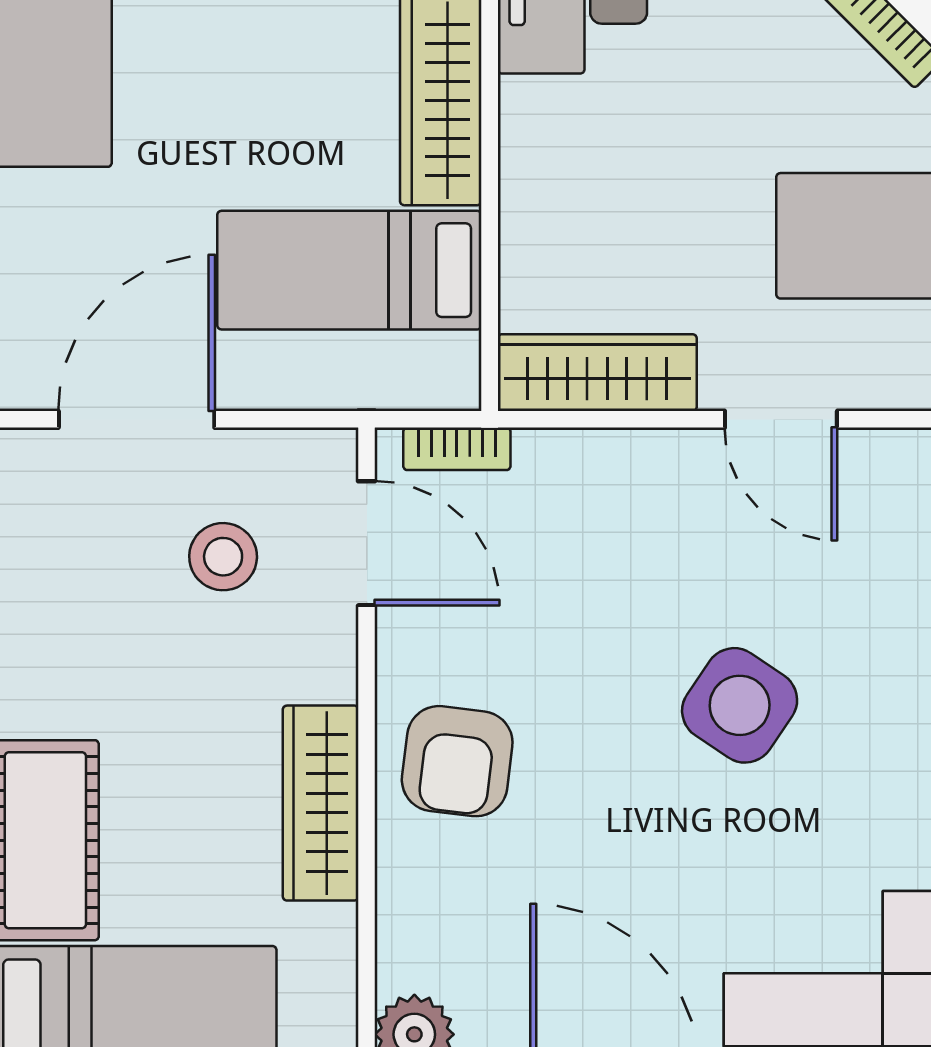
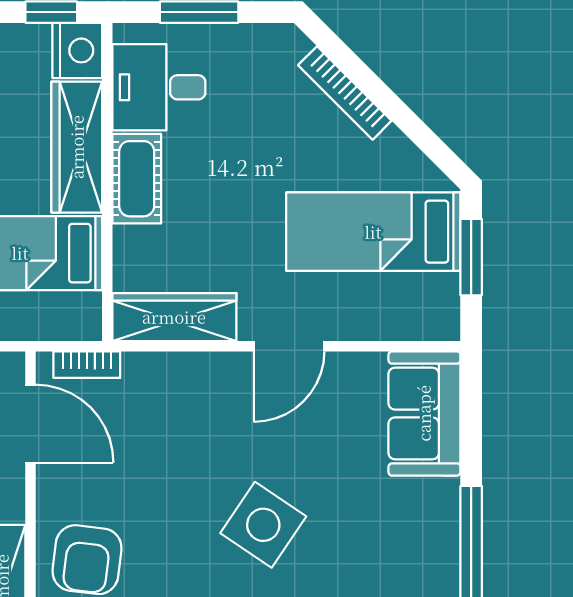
cot: (537, 151) -> (137, 179), added
door: (781, 419) -> (289, 346), hinge flipped

